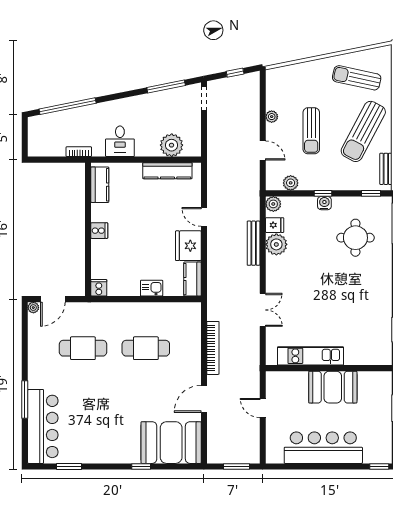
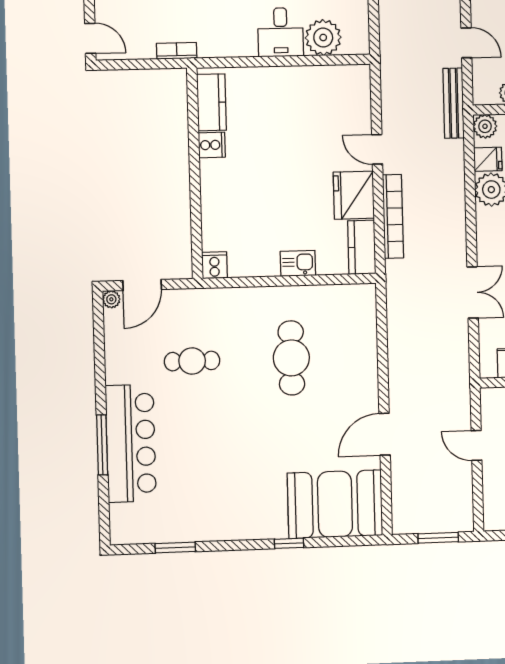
desk: (120, 141) -> (281, 32), moved
door: (25, 143) -> (90, 38), added
kitchen counter: (167, 171) -> (318, 78), removed
cooker: (99, 231) -> (212, 145), moved
bench: (254, 243) -> (454, 103), moved
cafe table: (83, 348) -> (192, 361), width x0.73, depth x0.74
cafe table: (146, 348) -> (291, 358), turned 90
bookcase: (213, 348) -> (393, 216), moved
bar counter: (43, 426) -> (131, 443), moved

